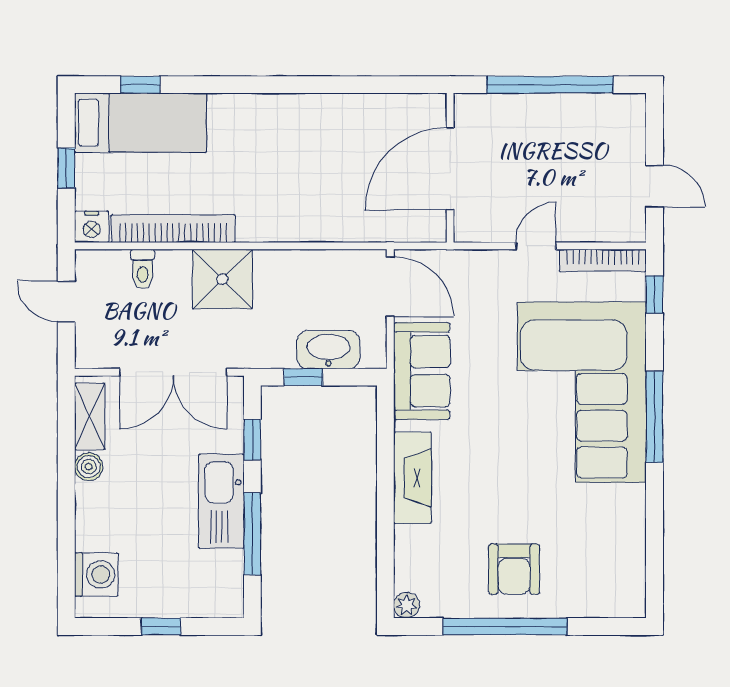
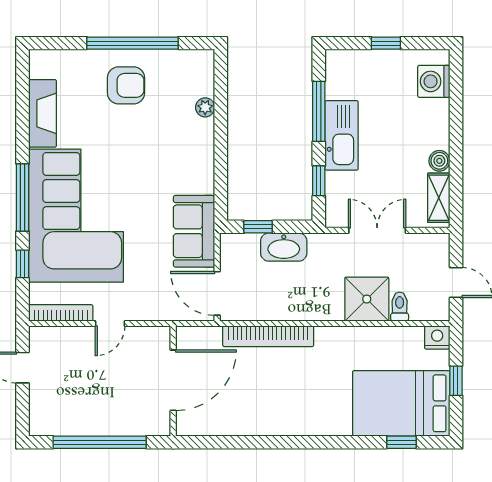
bed: (140, 123) -> (401, 403), width x1.50
bookcase: (173, 229) -> (268, 336), moved
shower: (222, 279) -> (367, 299), moved
window: (655, 294) -> (23, 264), moved
washbasin: (328, 350) -> (284, 247), moved
double door: (173, 372) -> (377, 230), width x0.73
window: (303, 377) -> (258, 227), moved
fireplace: (412, 478) -> (43, 113), moved, turned 180
armchair: (514, 569) -> (126, 85), turned 90
plant: (407, 605) -> (205, 107), moved

